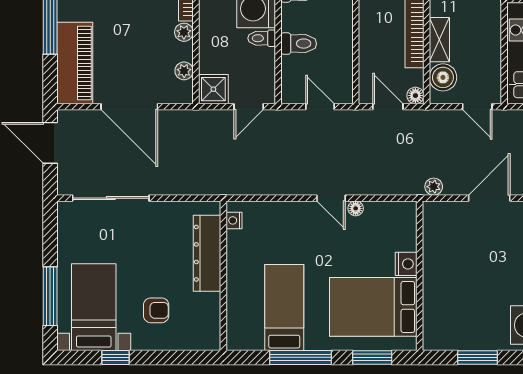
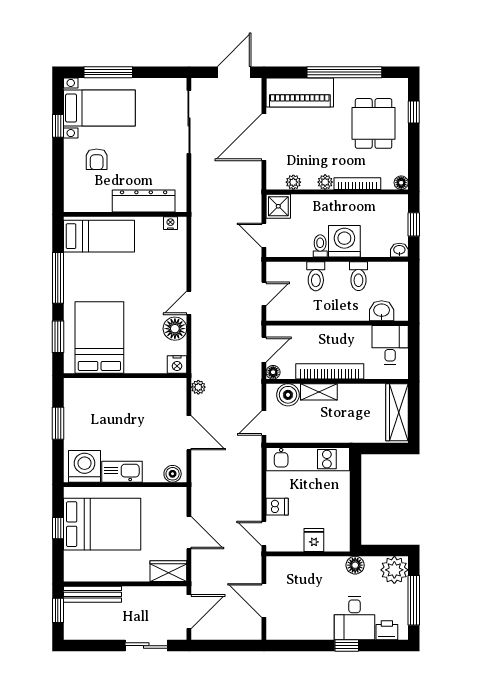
floor lamp: (356, 208) -> (175, 329), width x1.89, depth x1.89
nightstand: (406, 264) -> (177, 365), moved
bed: (284, 308) -> (99, 236), moved

